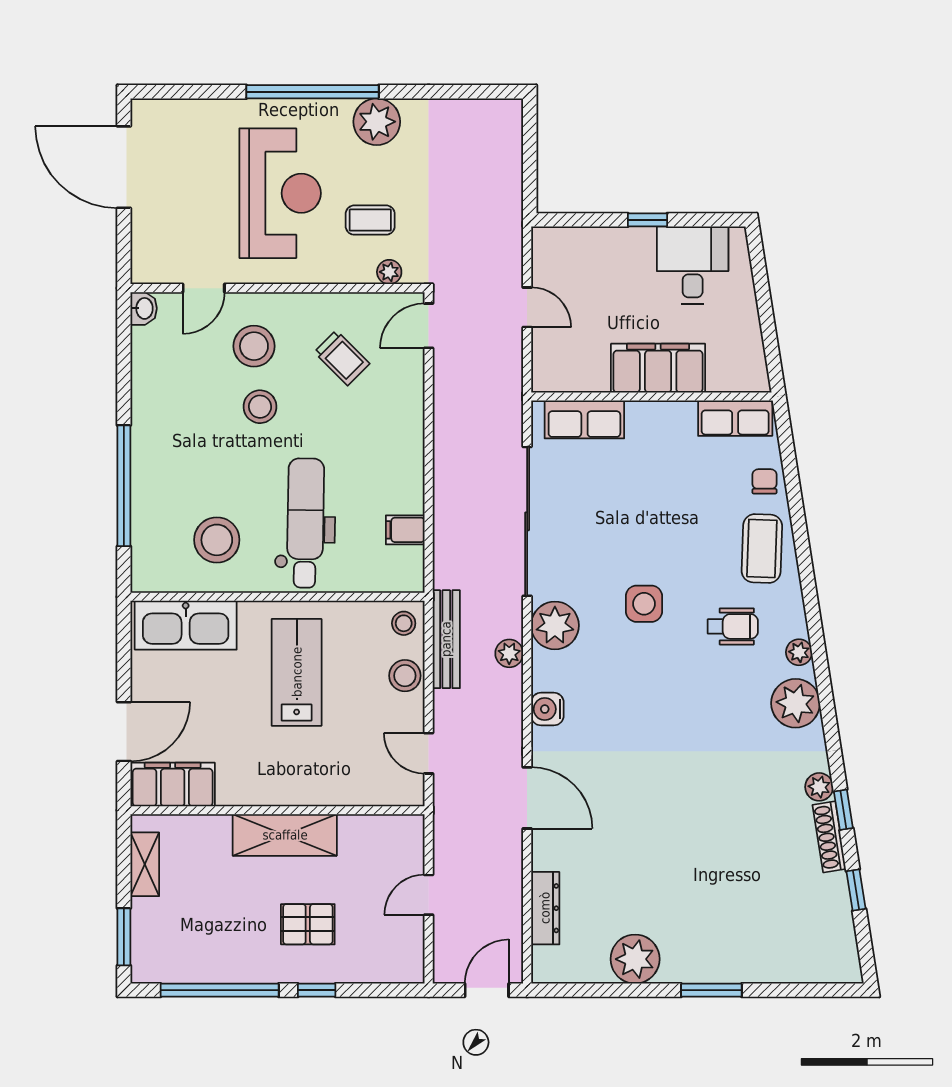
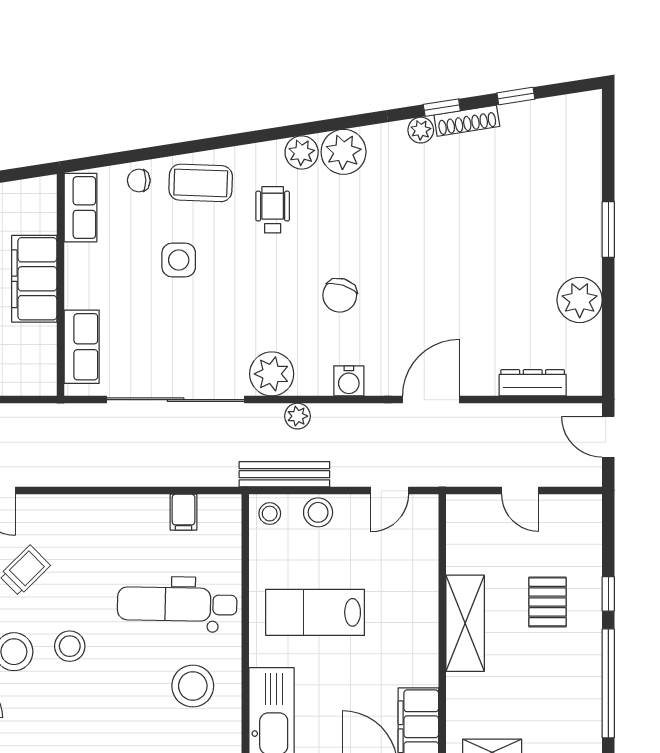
side table: (644, 604) -> (179, 260), moved
plant: (799, 652) -> (302, 152), width x1.38, depth x1.38
chair: (640, 699) -> (340, 295), added

